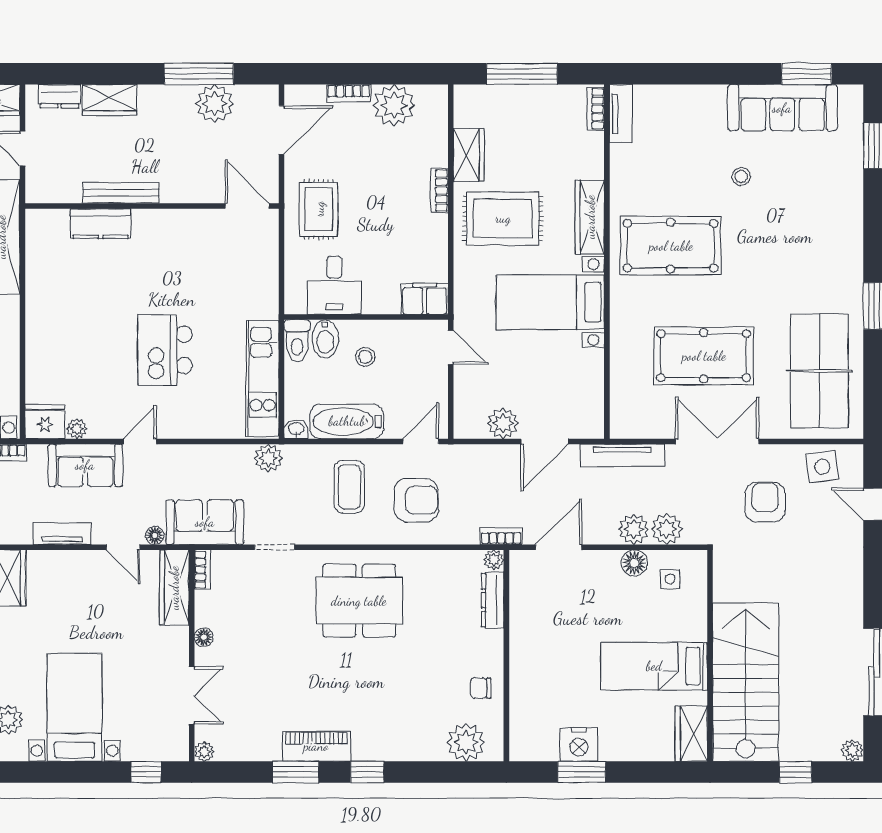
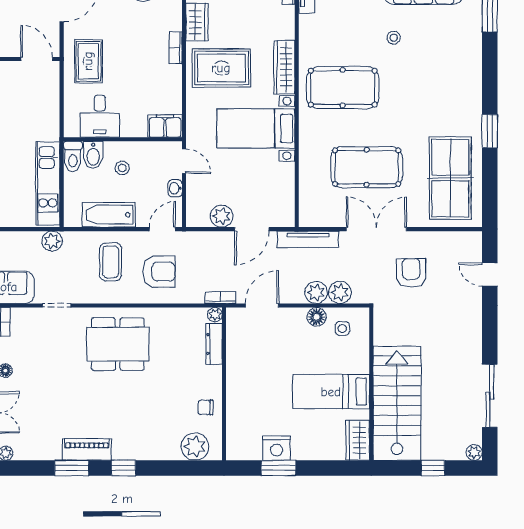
washbasin: (296, 429) -> (175, 188), moved, turned -90
side table: (822, 467) -> (452, 247), removed

